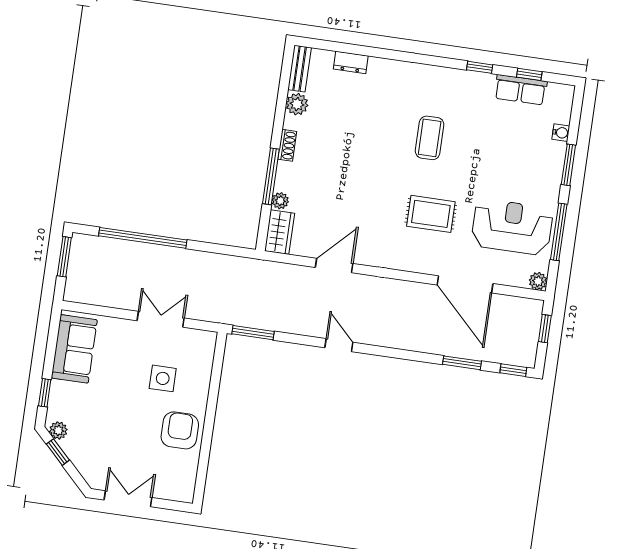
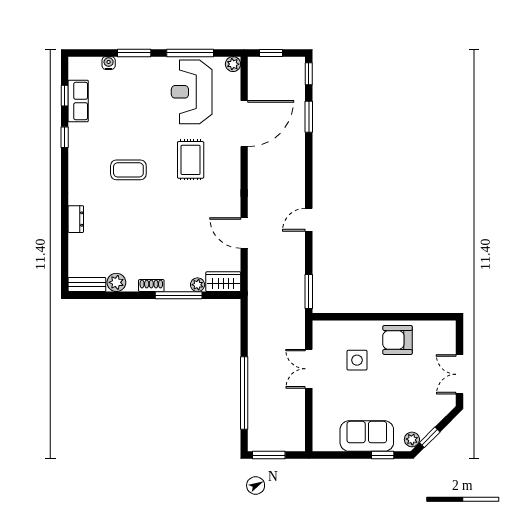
dresser: (351, 62) -> (76, 219), moved
sofa: (74, 349) -> (367, 436), moved

